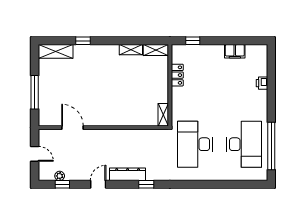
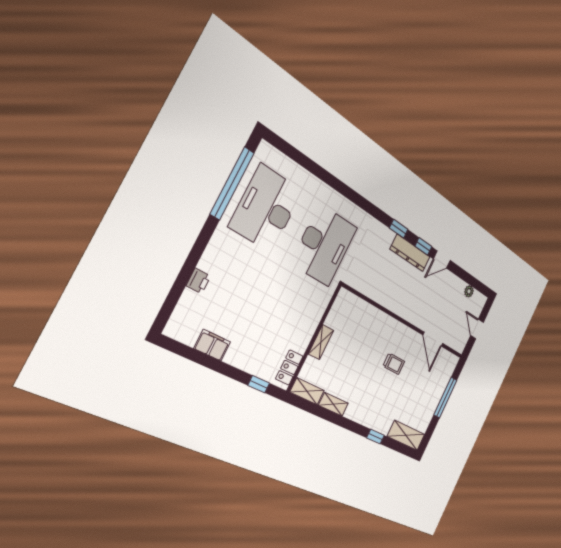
locker: (177, 75) -> (289, 367), moved
trolley: (97, 96) -> (394, 364), added
shelving: (163, 115) -> (321, 342), moved
window: (62, 184) -> (423, 246), moved

